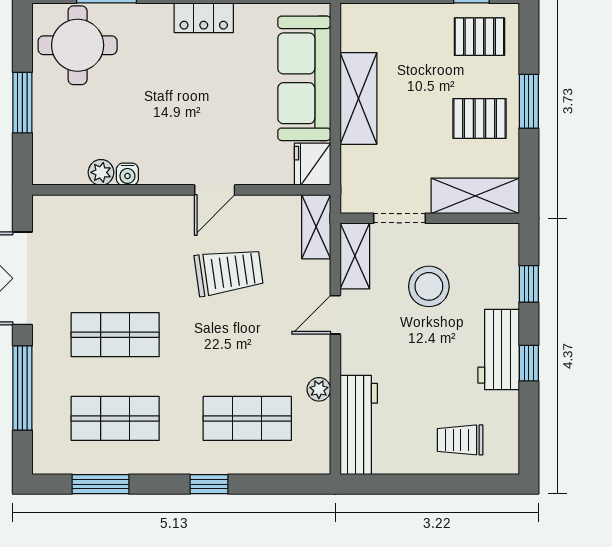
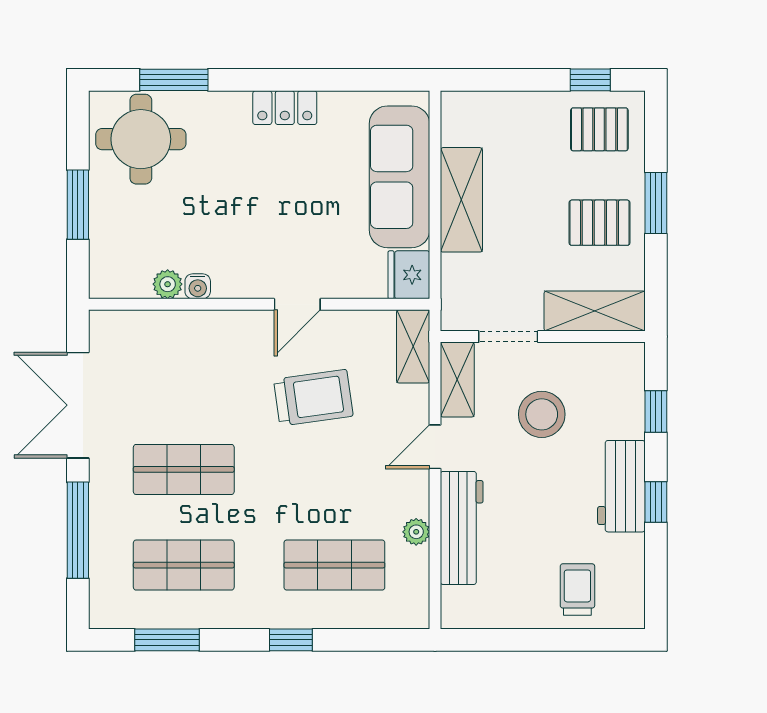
workbench: (359, 425) -> (462, 528), moved
trolley: (460, 440) -> (577, 590), turned 90

